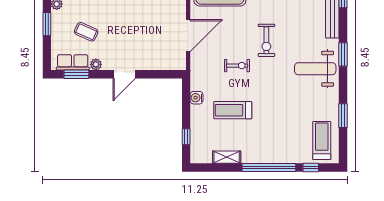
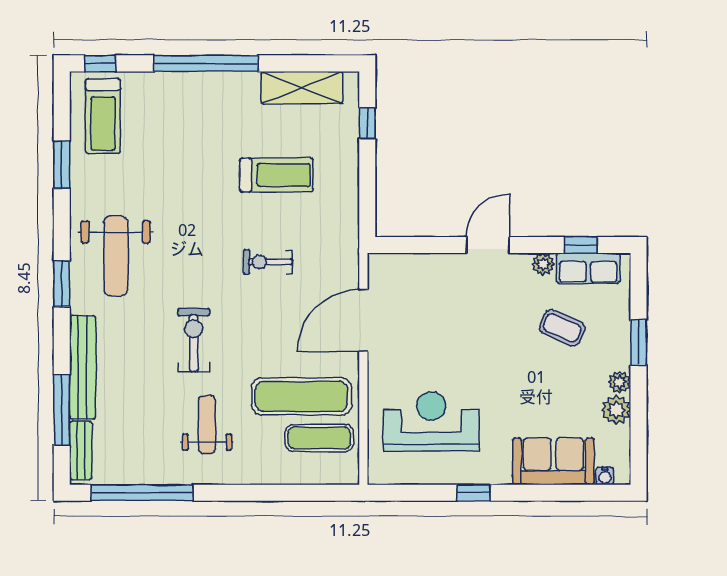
exercise bike: (266, 40) -> (194, 340), moved
weight bench: (315, 69) -> (116, 256), turned 90
window: (76, 74) -> (581, 245), width x0.67
water cooler: (197, 98) -> (347, 199), removed
shelving: (227, 157) -> (302, 88), width x1.50, depth x1.33
window: (311, 168) -> (100, 63), moved

